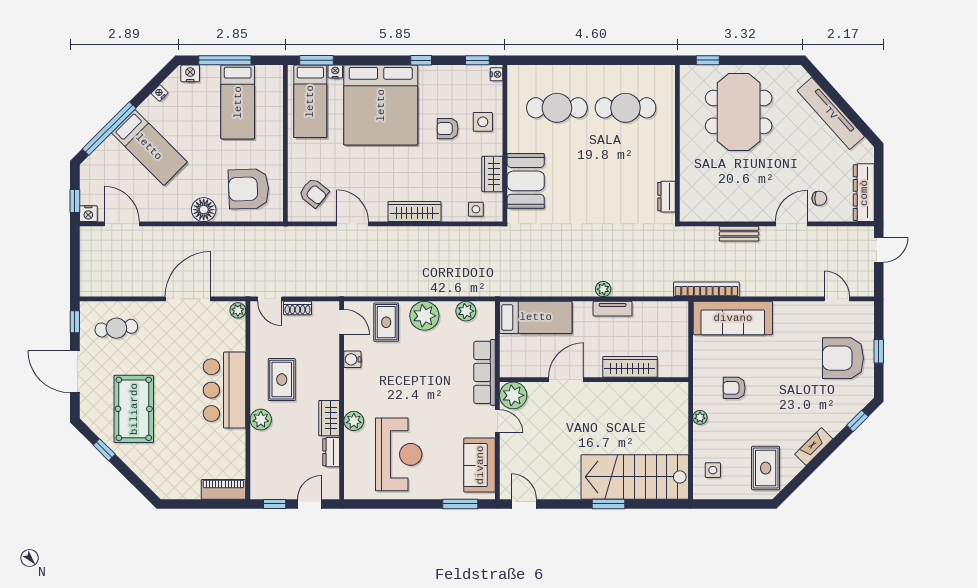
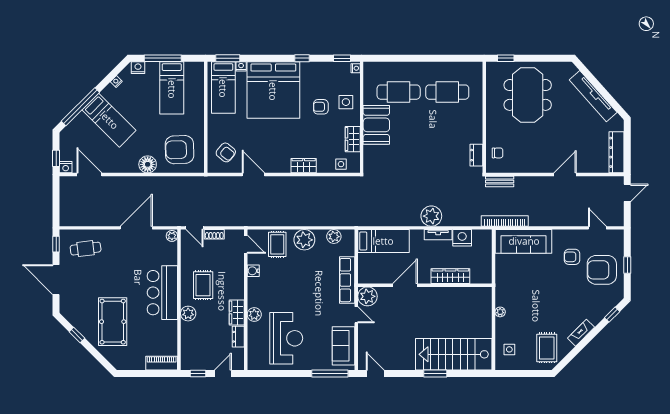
booth: (526, 181) -> (376, 125), moved
chair: (819, 198) -> (498, 153), moved
wardrobe: (414, 212) -> (304, 166), width x0.67
bench: (739, 234) -> (500, 182), moved
plant: (603, 289) -> (431, 216), width x1.87, depth x1.87
nightstand: (646, 313) -> (462, 238), added
armchair: (734, 388) -> (572, 257), moved
pool table: (134, 409) -> (113, 322), moved
window: (460, 504) -> (330, 374), width x1.44

